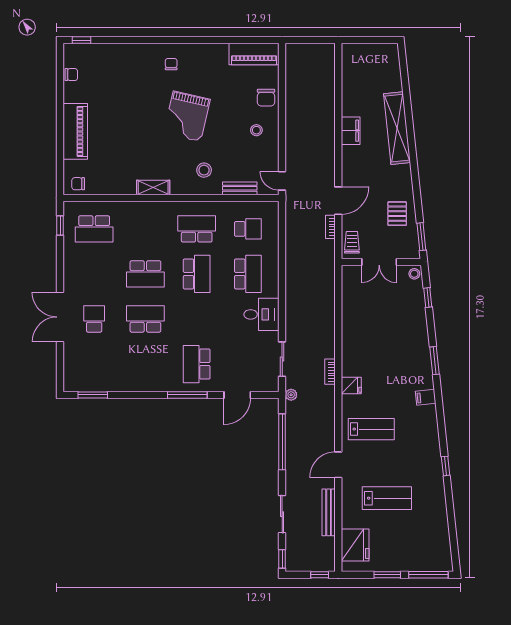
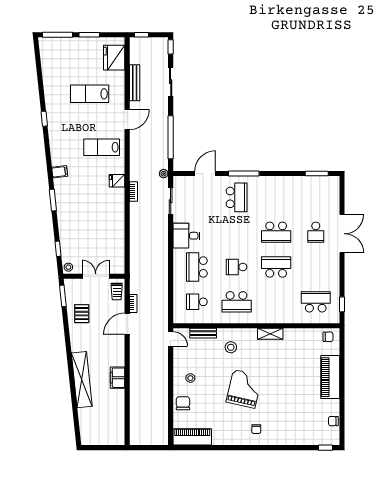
school desk: (197, 274) -> (237, 267), width x0.54

